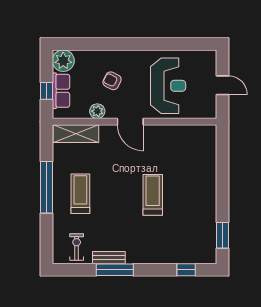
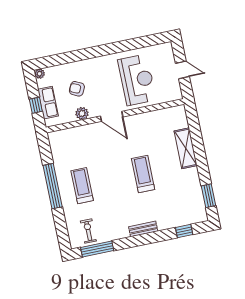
plant: (63, 61) -> (40, 74), width x0.53, depth x0.53
armchair: (112, 81) -> (77, 89), moved
shelving: (76, 134) -> (186, 148), moved, turned 90
bench: (109, 258) -> (143, 229), moved
window: (115, 270) -> (97, 249), moved

